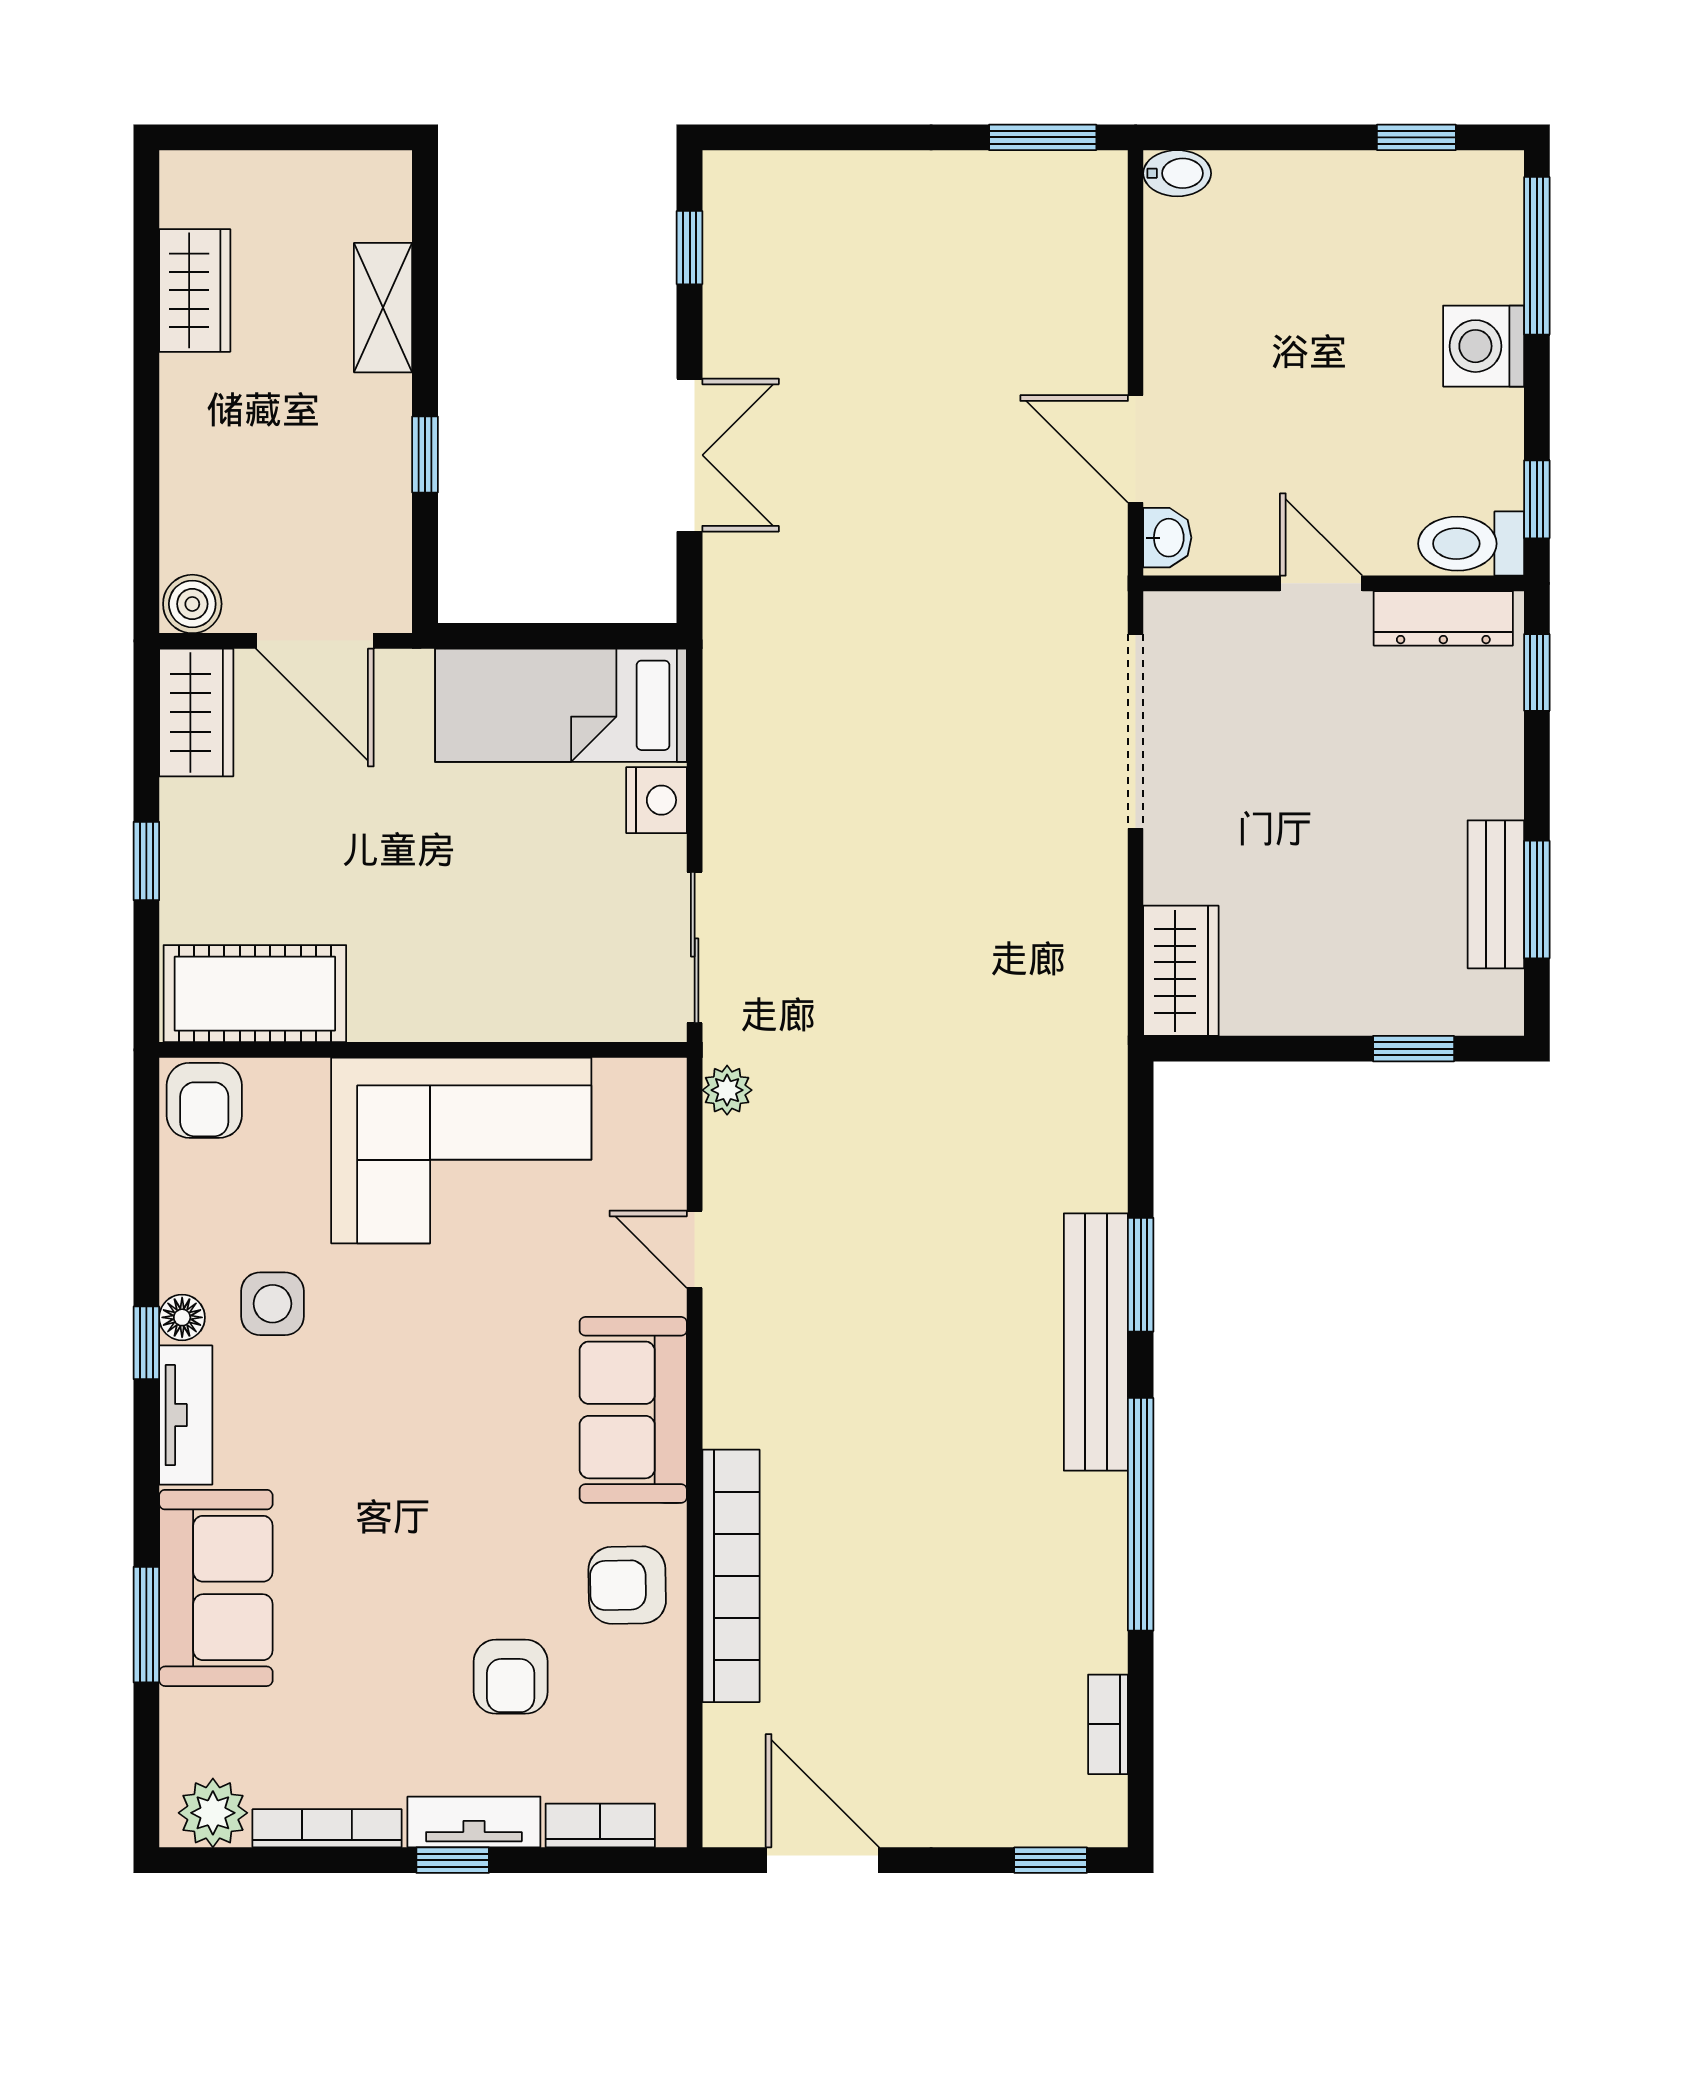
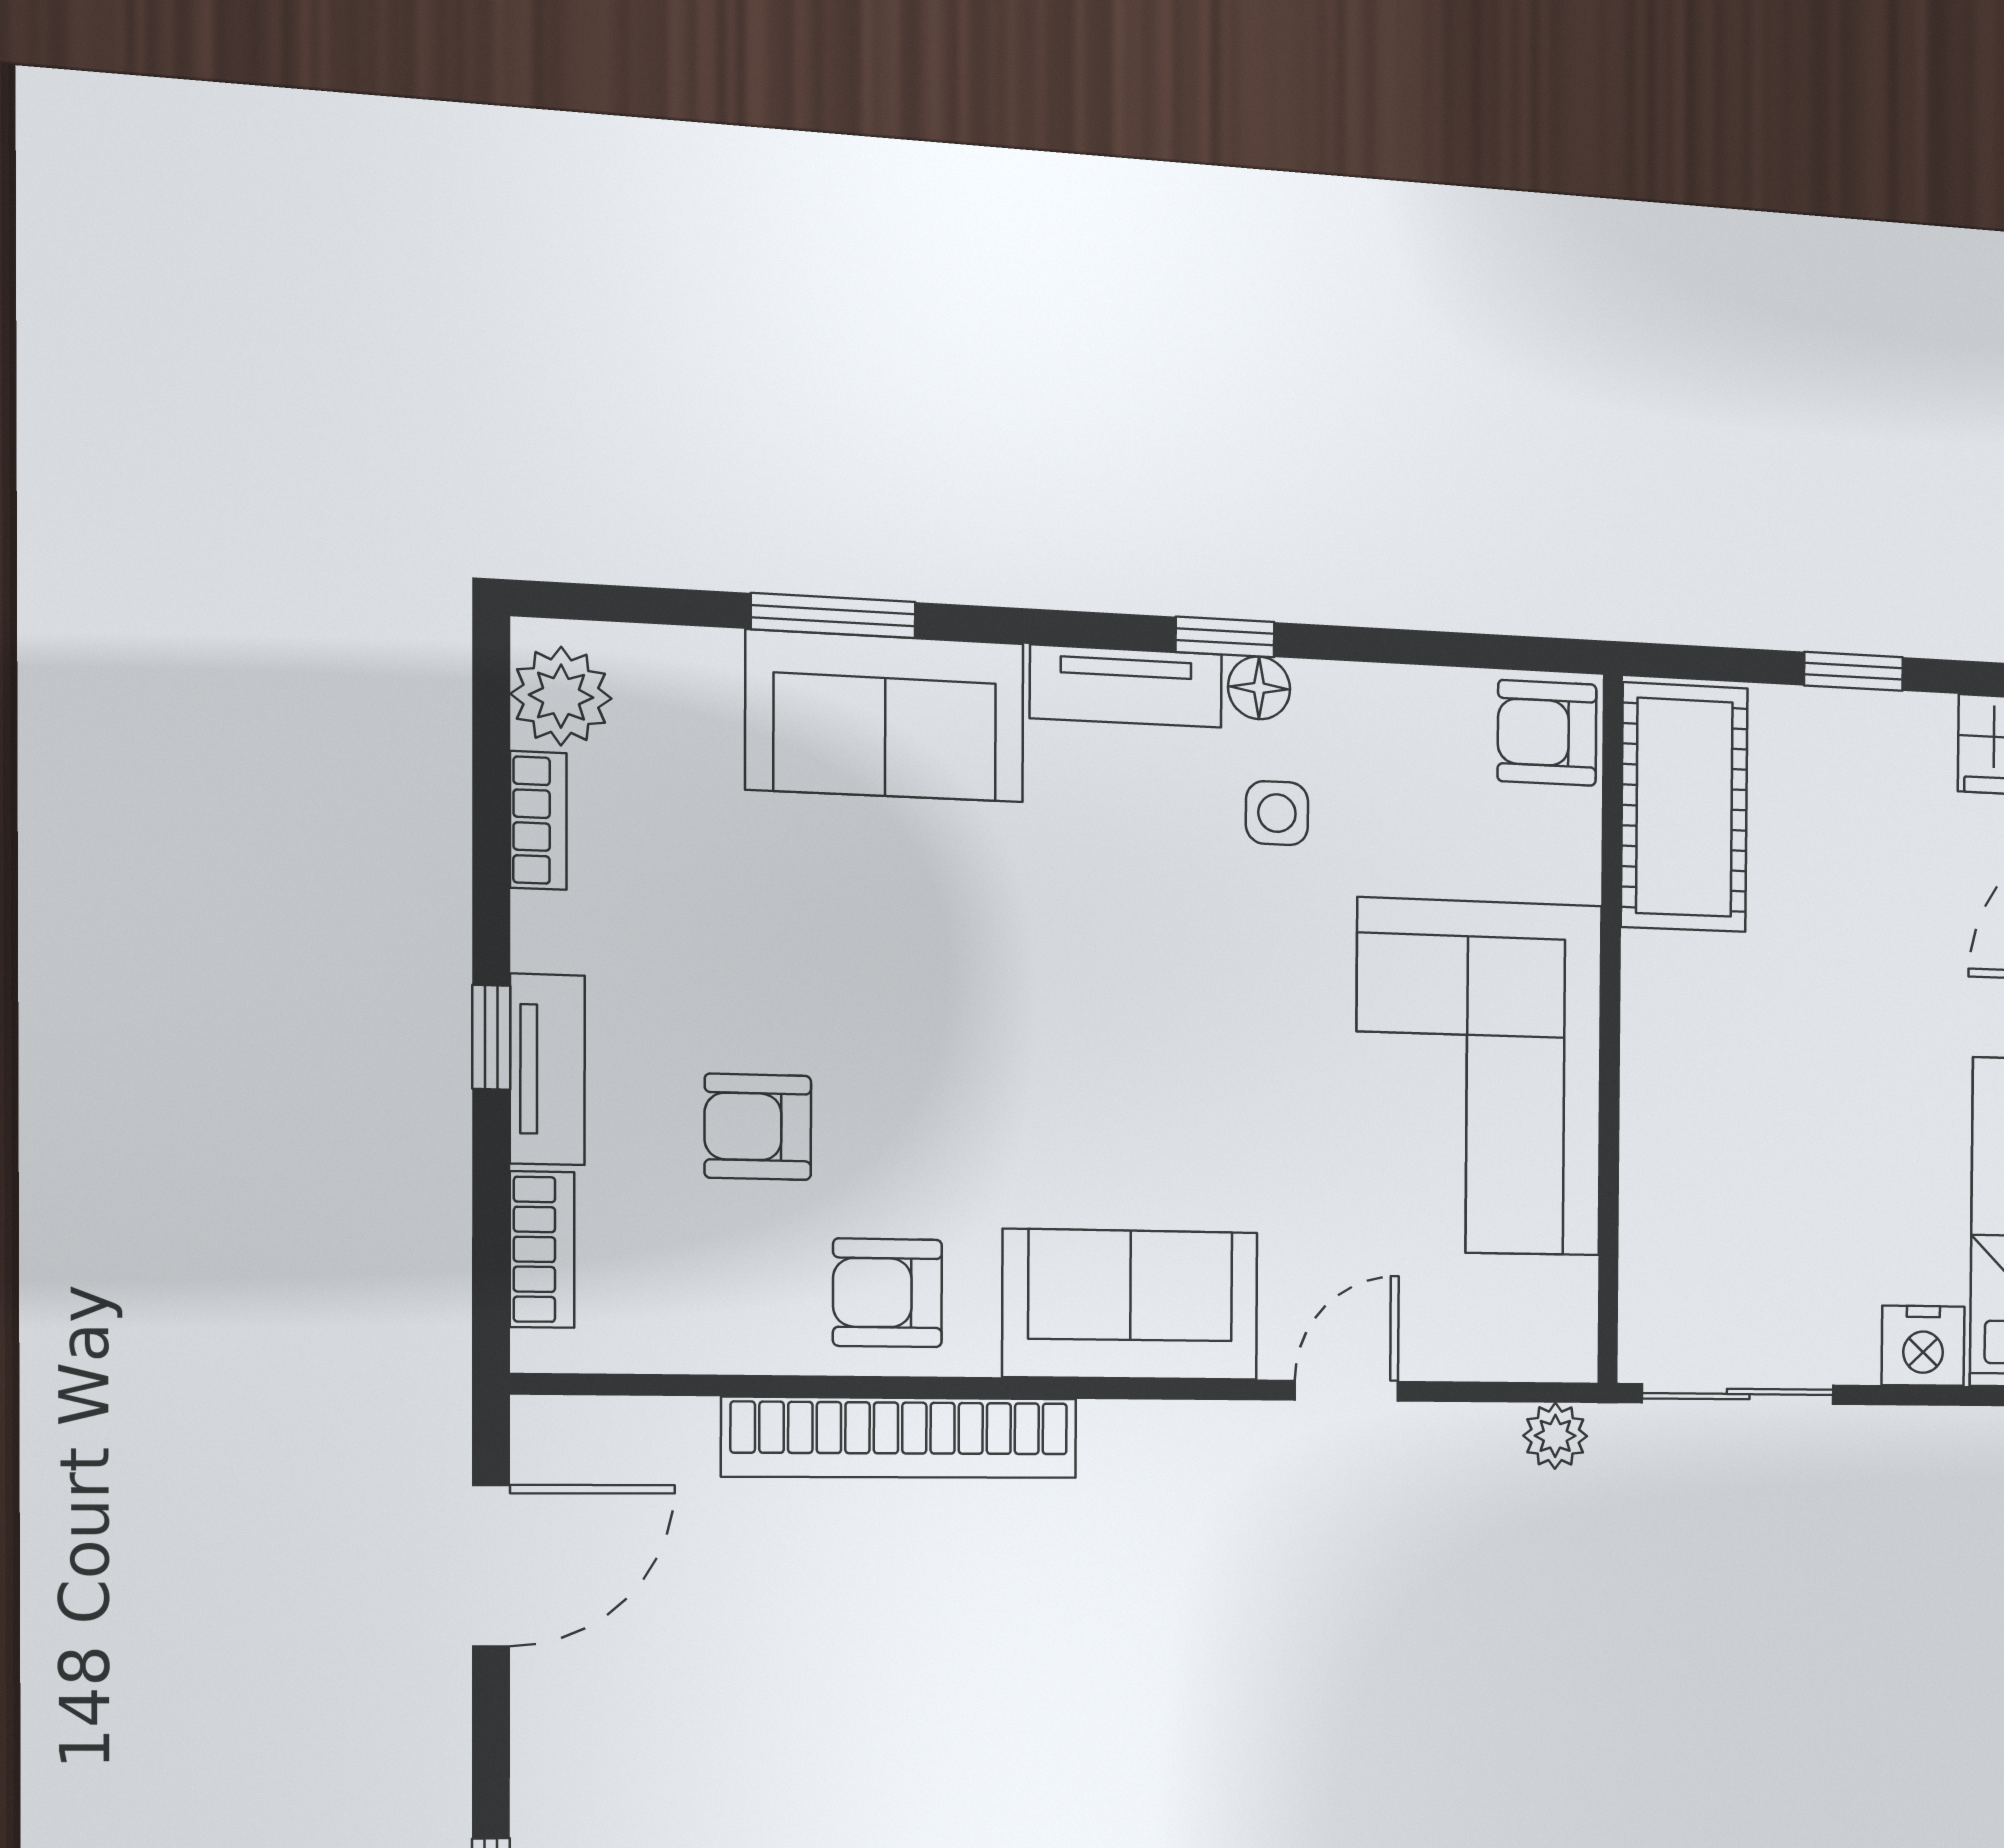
side table: (272, 1304) -> (1277, 813), width x0.73, depth x0.73
armchair: (627, 1585) -> (888, 1293), turned -89
bookcase: (327, 1828) -> (538, 820), width x0.64

